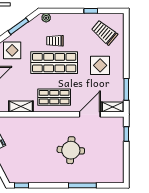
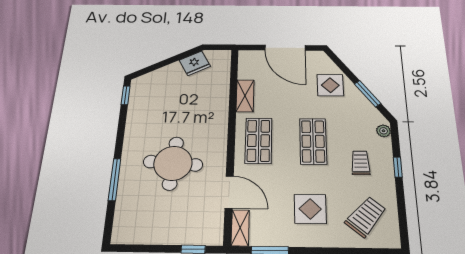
window: (91, 11) -> (398, 167), moved
trolley: (55, 41) -> (361, 163), moved
shop shelf: (54, 63) -> (313, 141), width x0.70, depth x0.74
round table: (71, 150) -> (173, 163), width x1.36, depth x1.36

